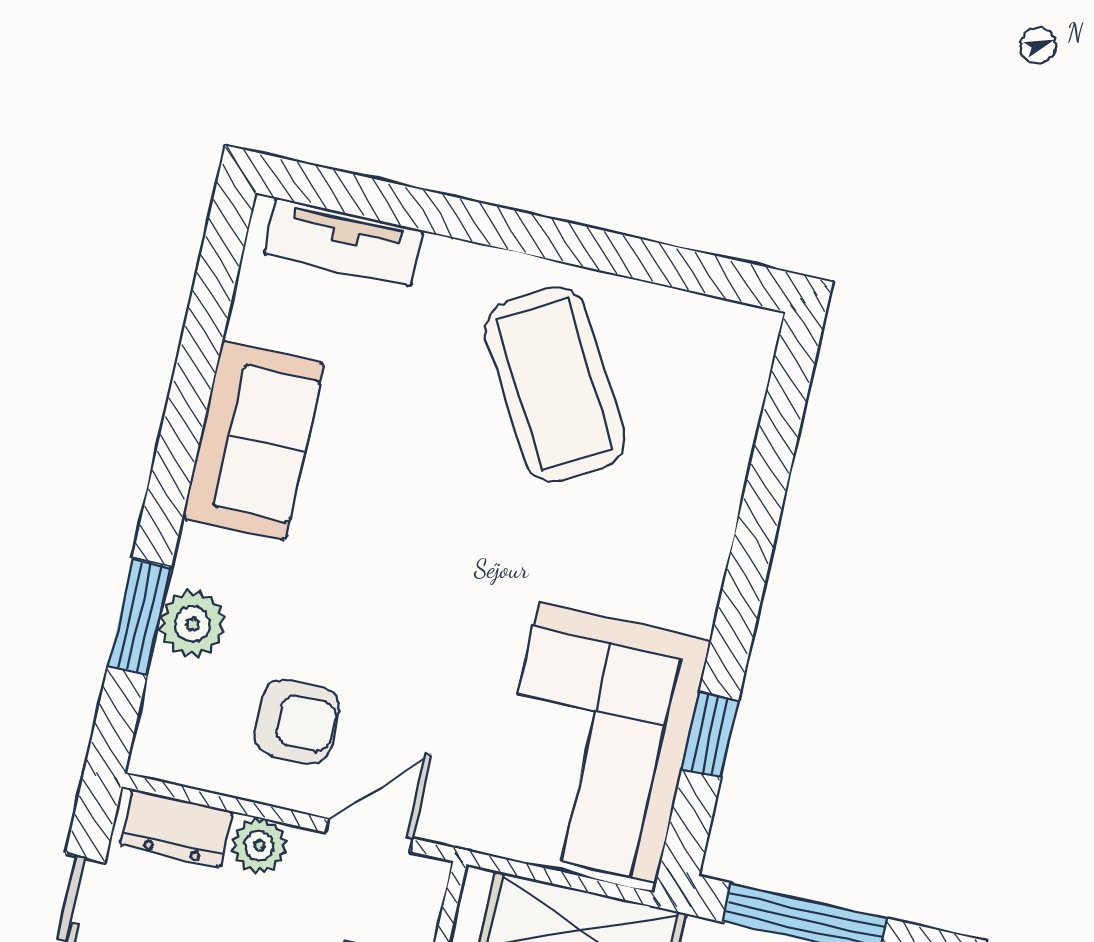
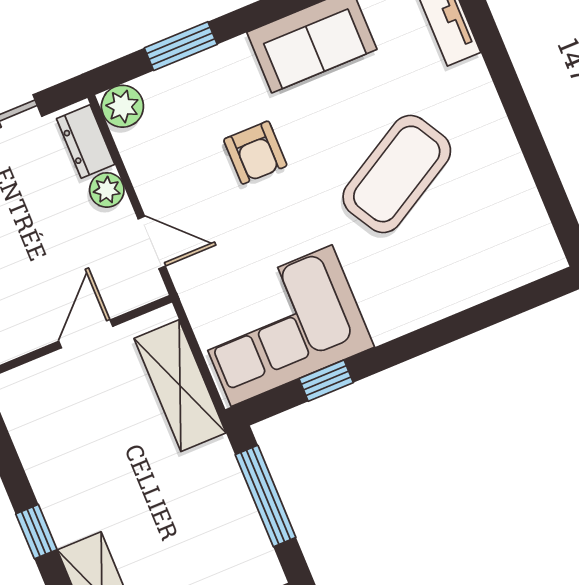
coffee table: (555, 385) -> (397, 174), moved
plant: (193, 624) -> (122, 106), moved
armchair: (297, 721) -> (255, 153), moved

